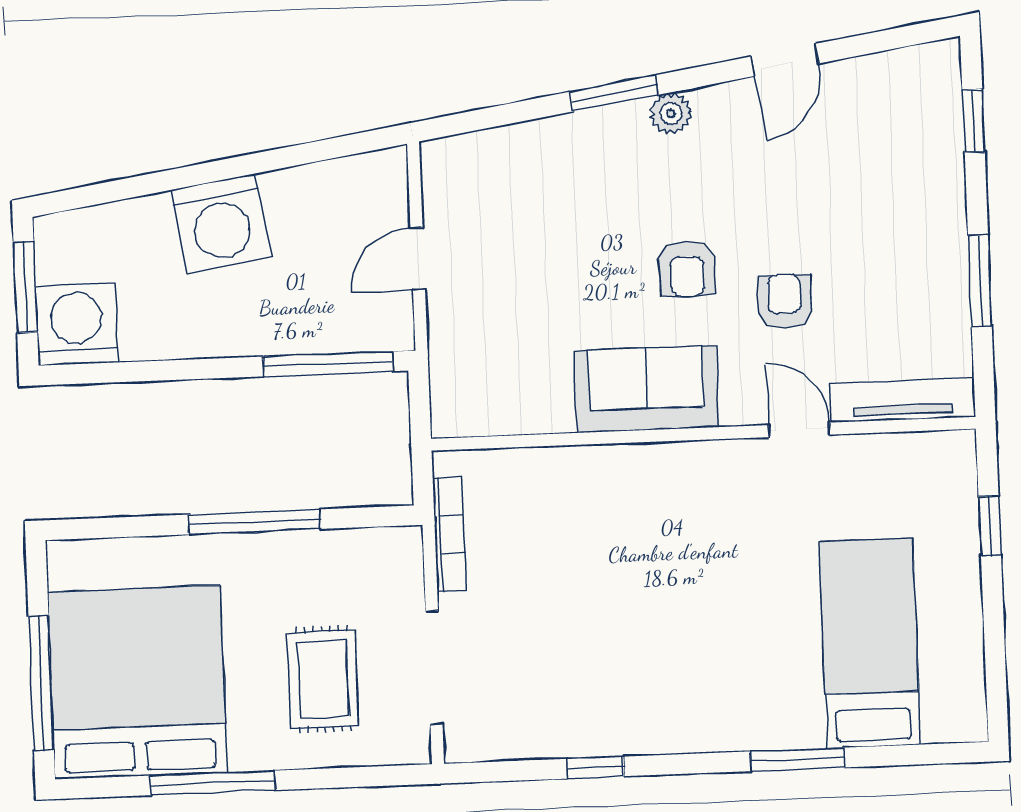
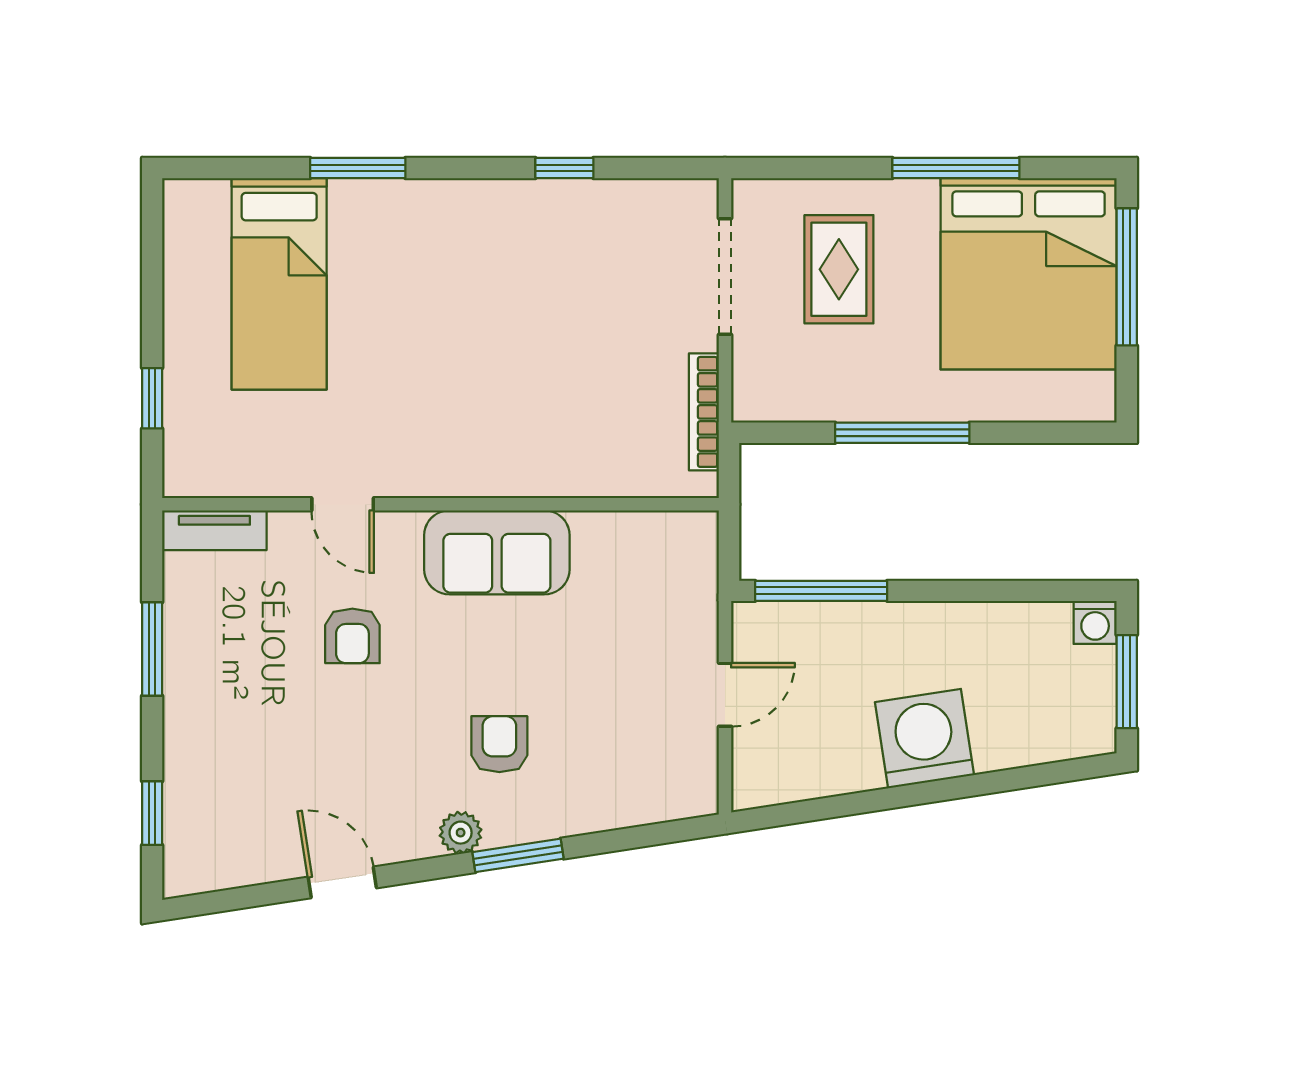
door: (785, 60) -> (342, 882), hinge flipped
armchair: (687, 269) -> (499, 744), moved
washing machine: (77, 324) -> (1095, 622), width x0.53, depth x0.53
tv unit: (903, 400) -> (214, 530), width x0.71

